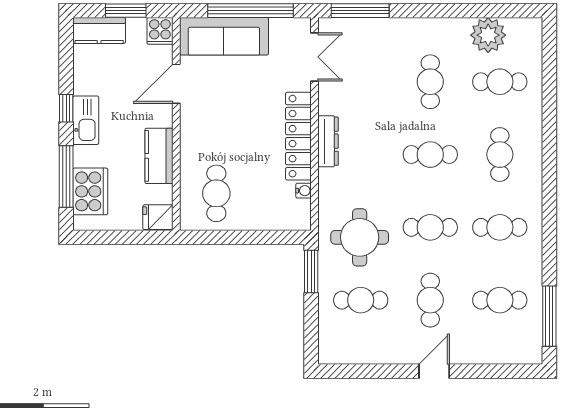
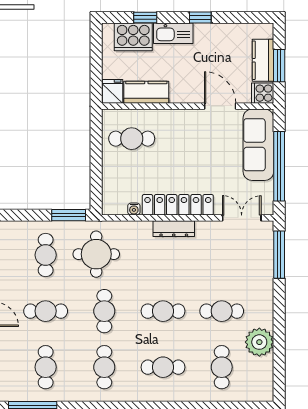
kitchen counter: (99, 30) -> (263, 60), moved
plant: (488, 35) -> (259, 342), moved
double door: (315, 57) -> (242, 218), swing flipped
kitchen sink: (86, 120) -> (173, 33), moved
cafe table: (430, 155) -> (163, 311), turned 90
kitchen counter: (159, 156) -> (146, 92), moved
window: (66, 177) -> (145, 18), width x0.46

